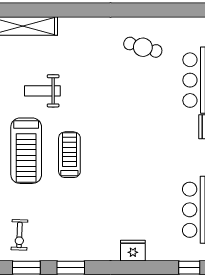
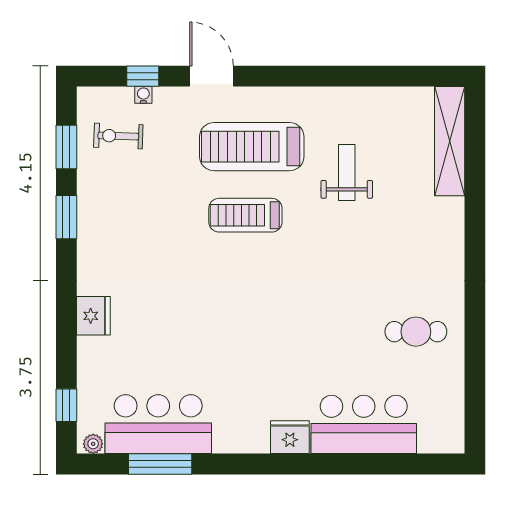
cafe table: (143, 47) -> (416, 332), turned 74
treadmill: (69, 155) -> (245, 215), turned 180

